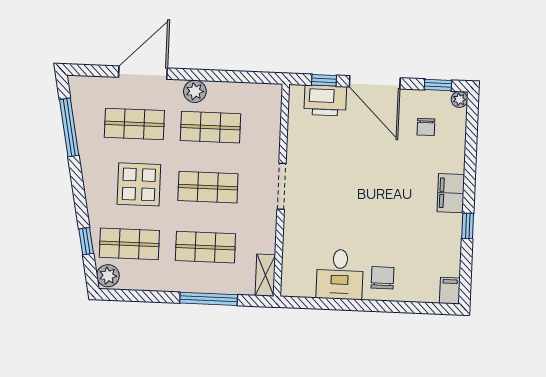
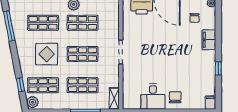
filing cabinet: (451, 193) -> (209, 40), moved

